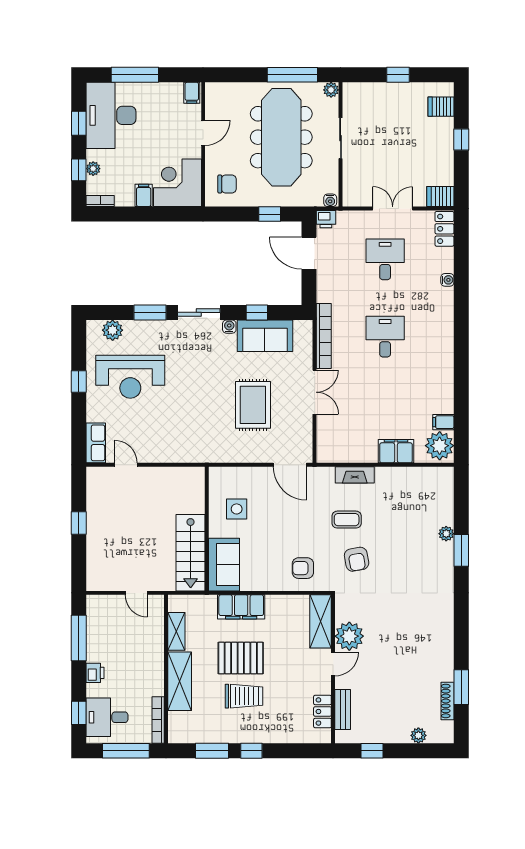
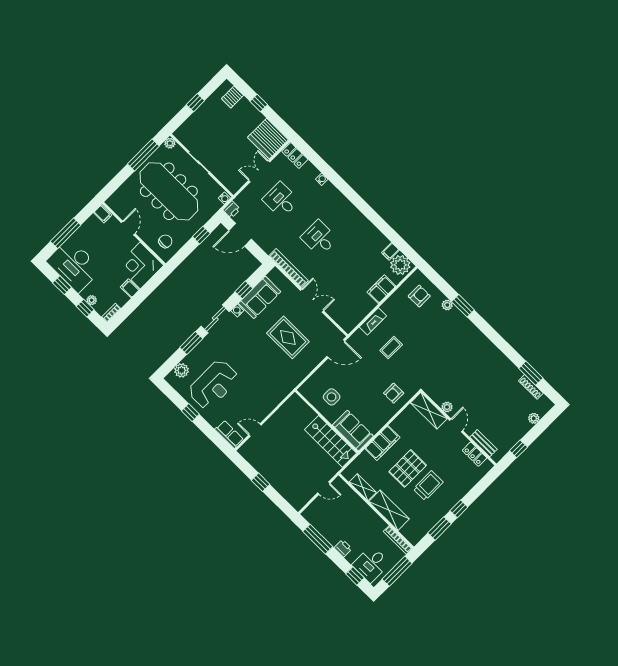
server rack: (440, 196) -> (268, 139), width x2.18, depth x1.44
armchair: (357, 559) -> (419, 296), moved, turned -80
plant: (349, 636) -> (447, 407), width x0.53, depth x0.53

